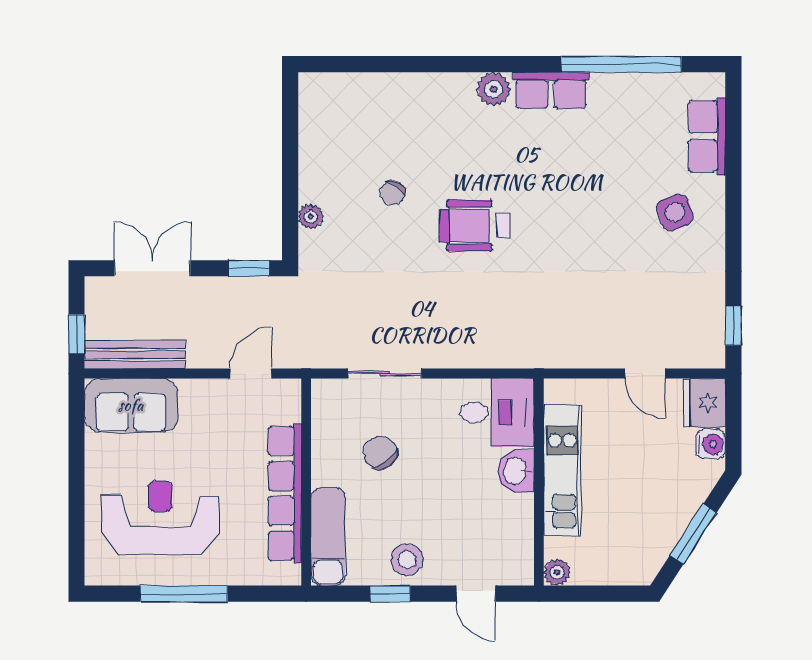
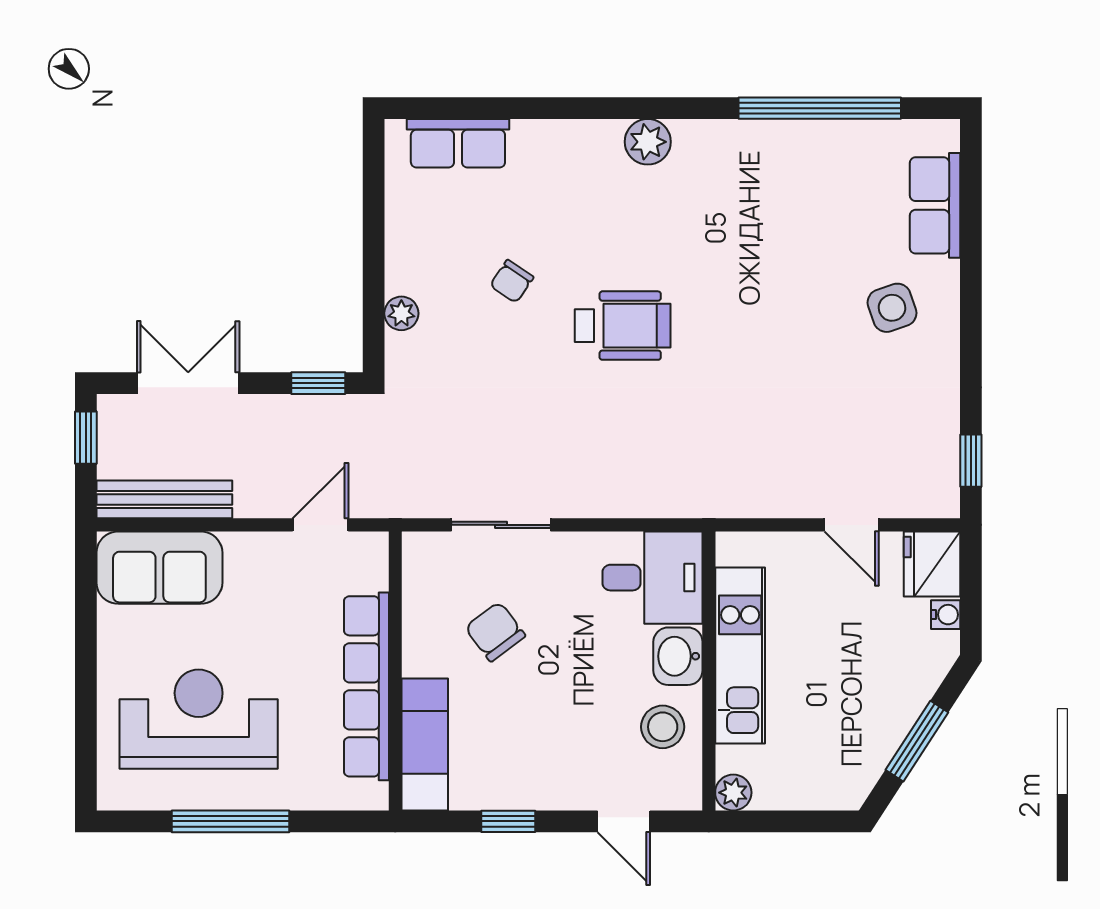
row of seats: (551, 90) -> (458, 143), moved
wheelchair: (475, 226) -> (623, 326), turned 180
window: (76, 334) -> (86, 438), moved
water cooler: (711, 444) -> (946, 615), width x0.72, depth x0.72
stool: (407, 560) -> (663, 727), moved

